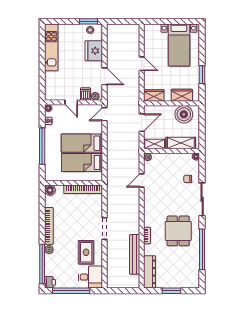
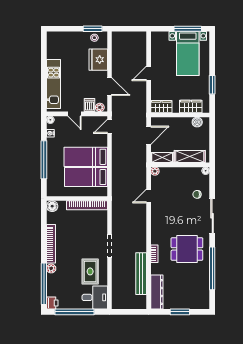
window: (179, 21) -> (188, 29), added
kitchen unit: (51, 47) -> (54, 84), moved
door: (142, 64) -> (149, 73), swing flipped
boiler: (184, 114) -> (197, 122), width x0.54, depth x0.54
dining table: (178, 231) -> (187, 249), turned 90

